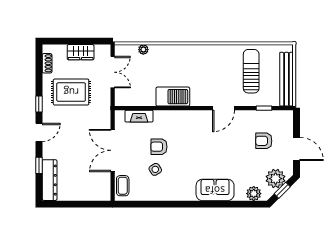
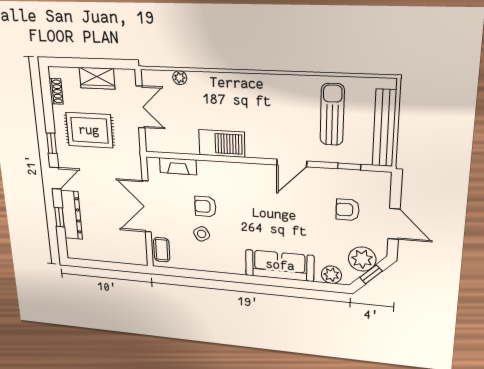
dresser: (50, 180) -> (71, 215), moved
sofa: (215, 190) -> (280, 265), width x1.36

